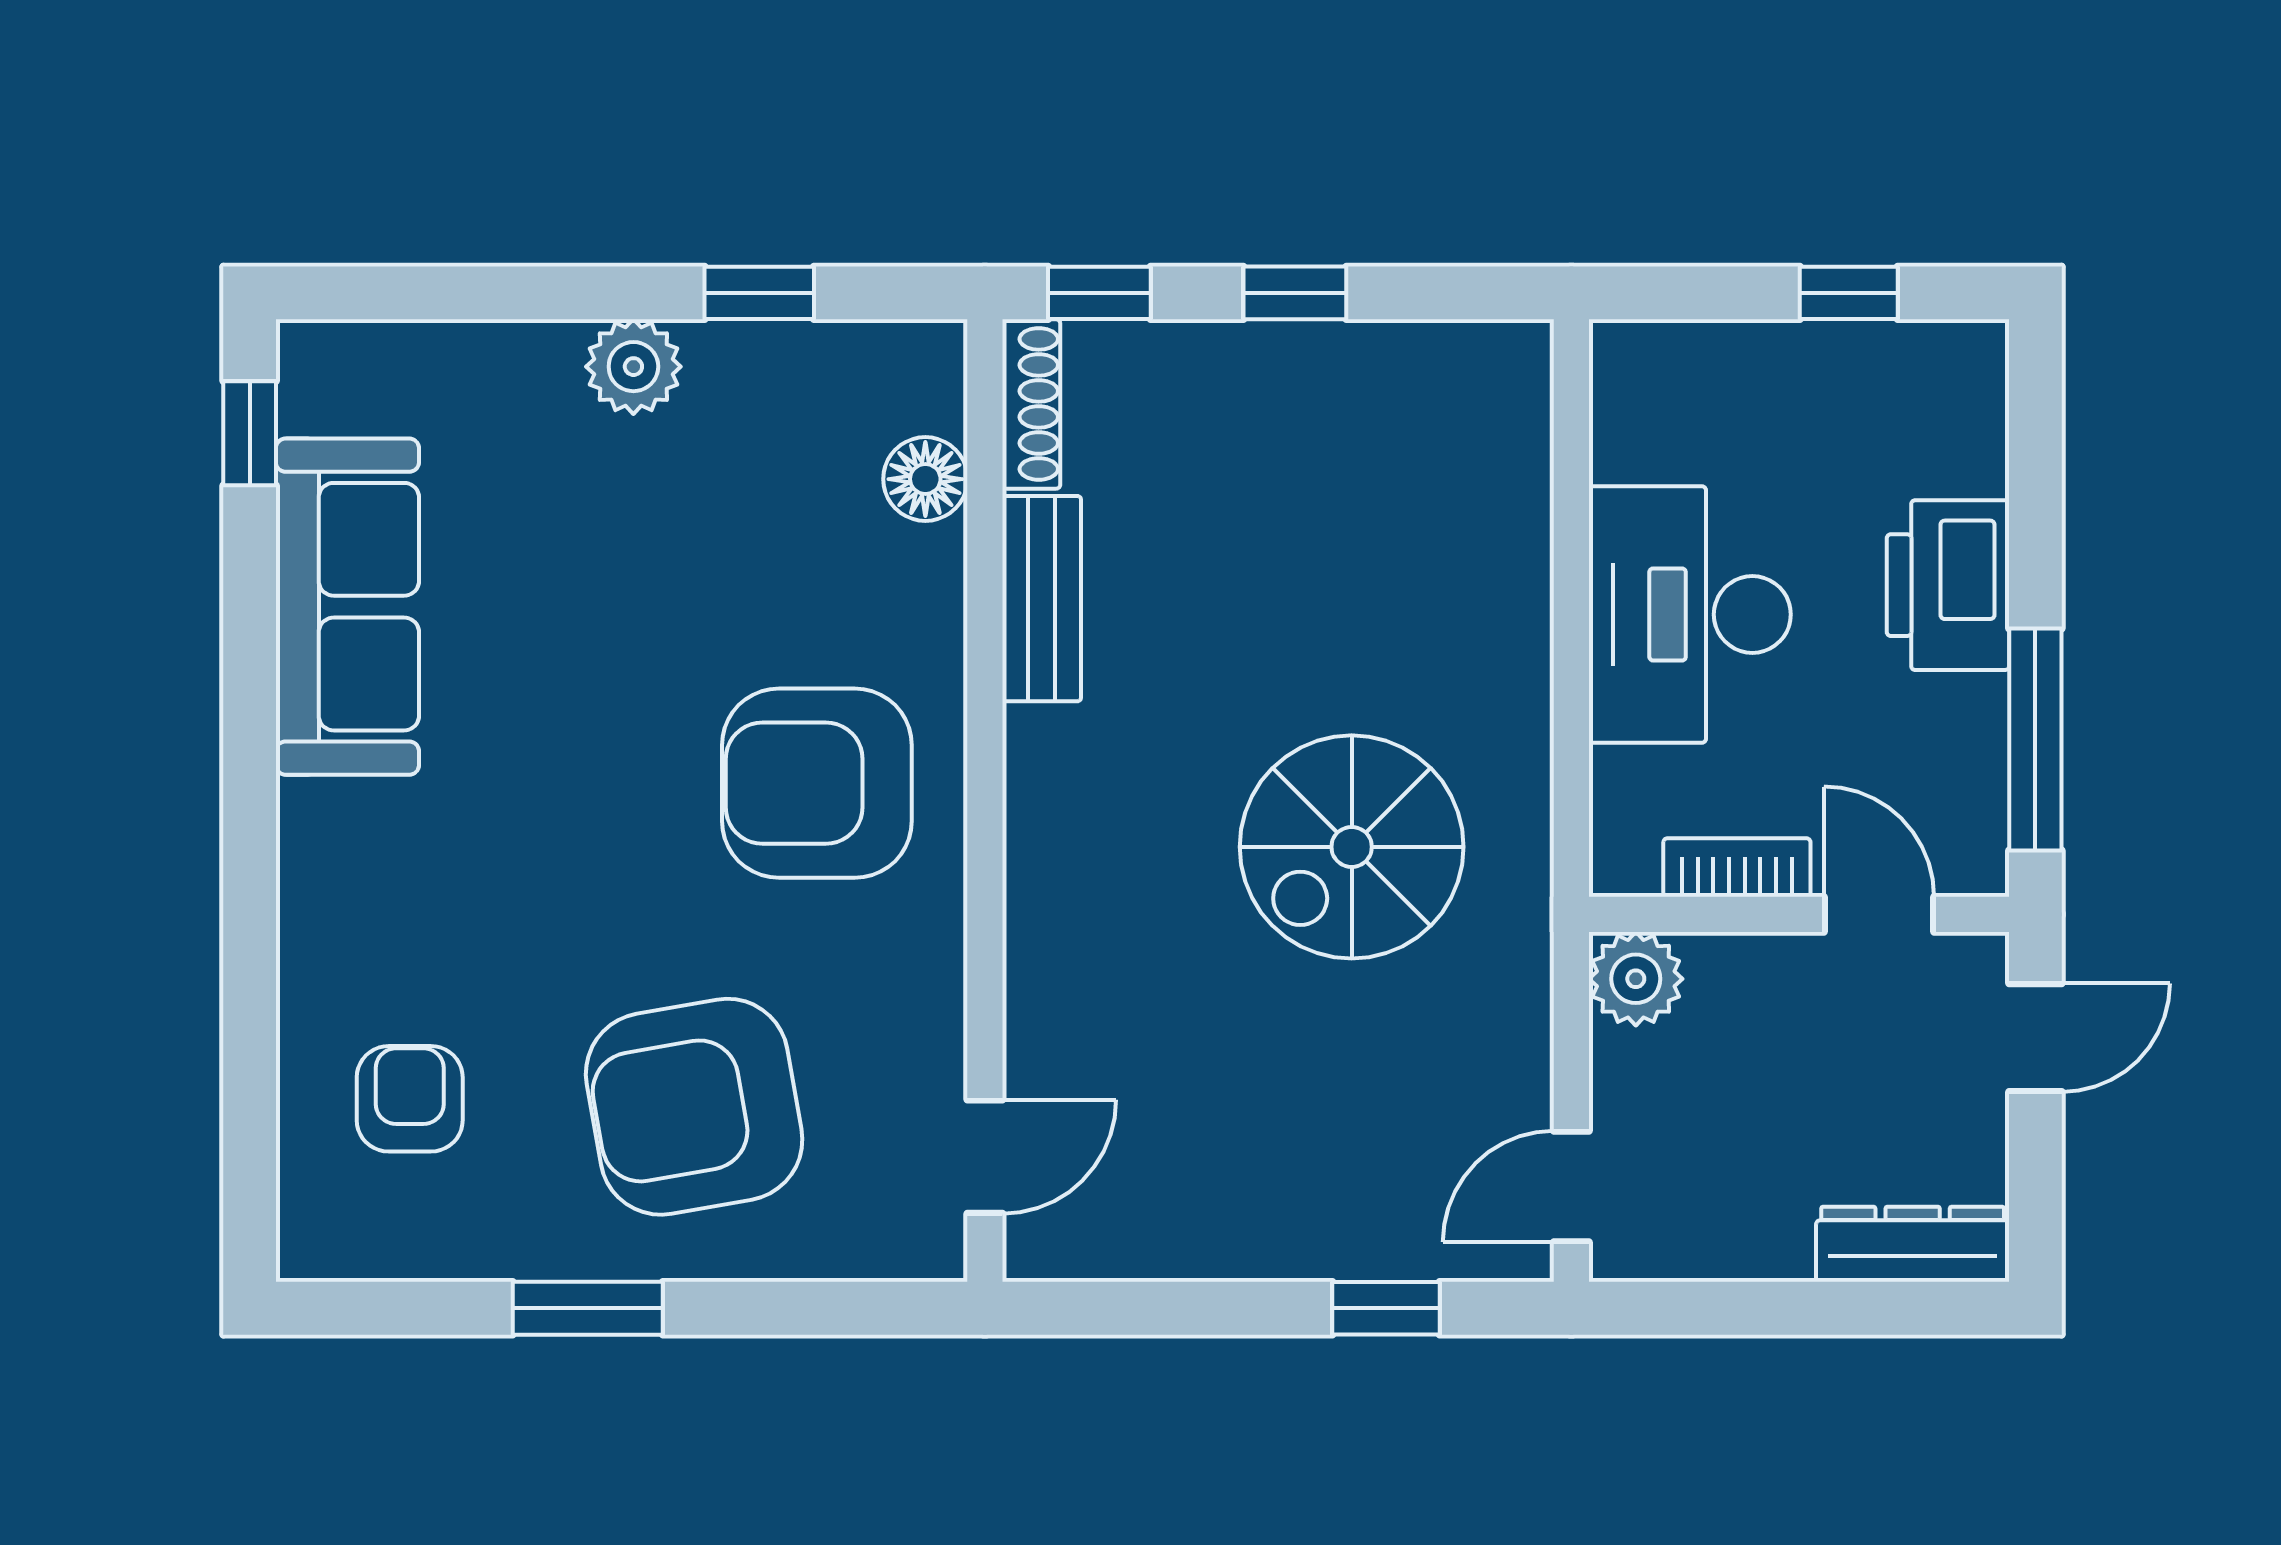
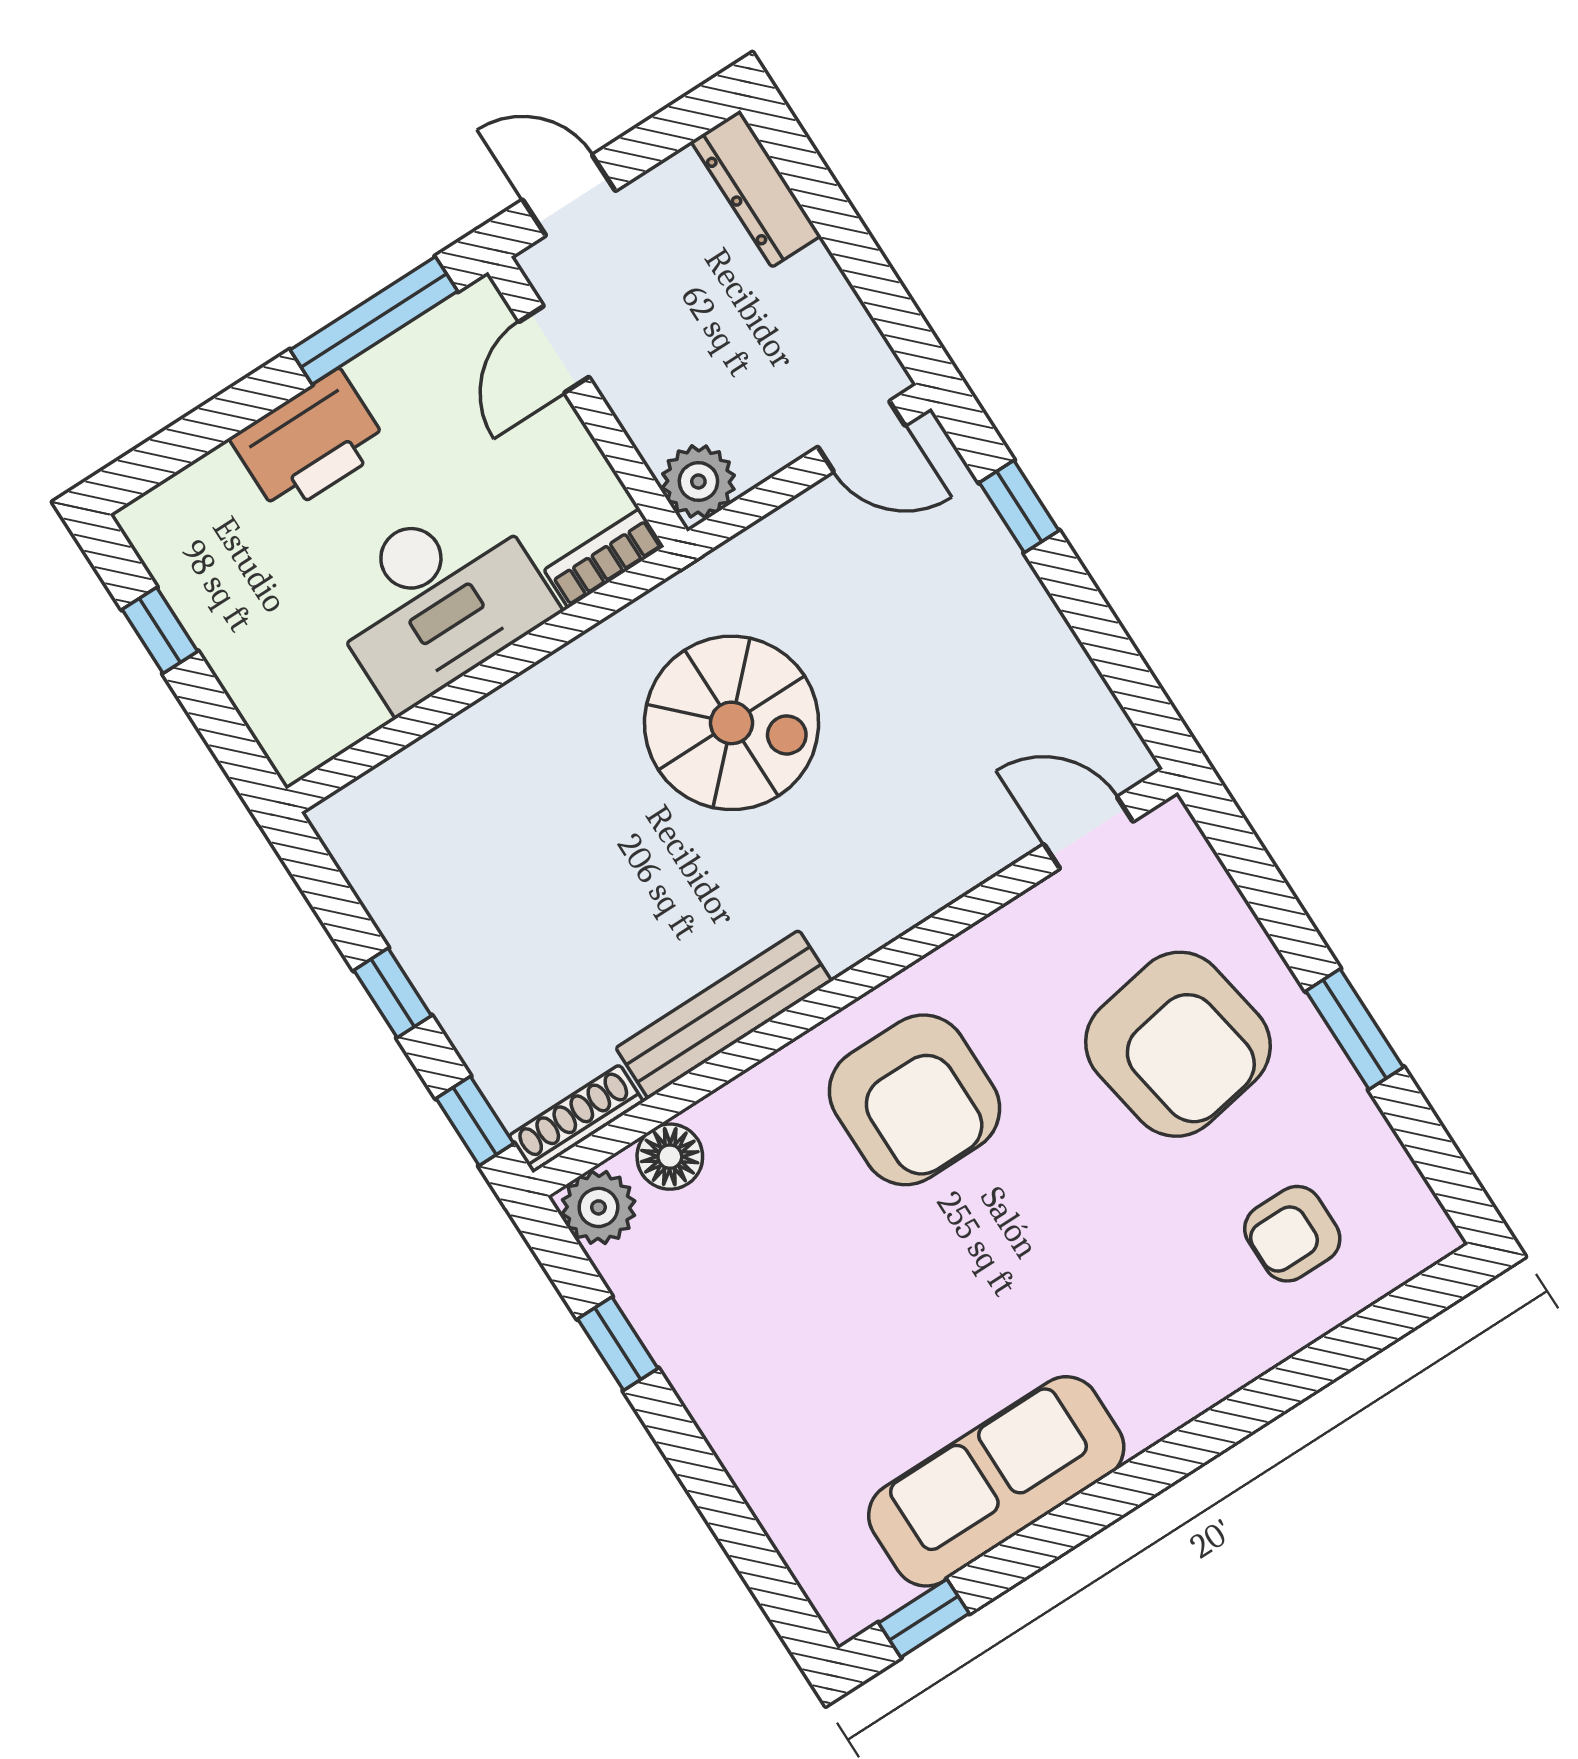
plant: (633, 367) -> (598, 1207), moved
bench: (1042, 599) -> (724, 1014), width x1.36
bookcase: (1737, 867) -> (604, 558), moved, turned 90

